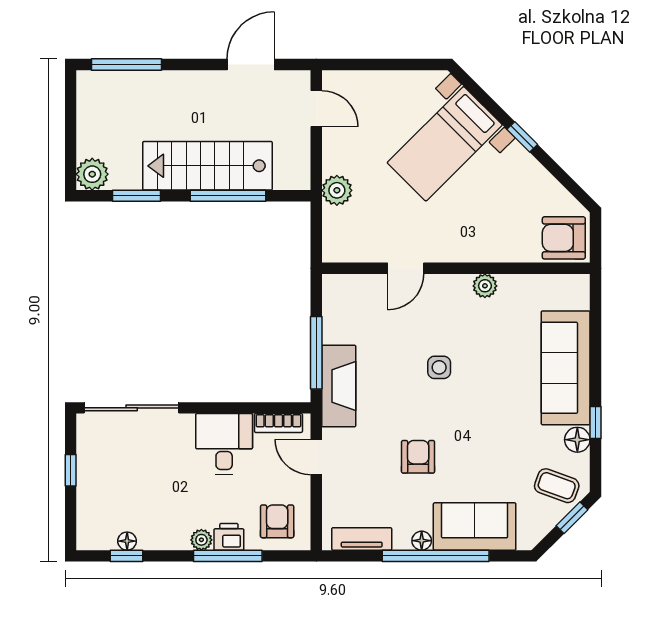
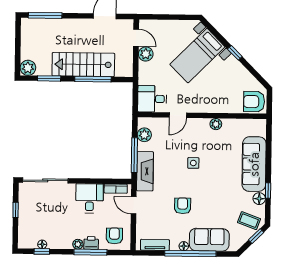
plant: (337, 190) -> (146, 54), moved
desk: (352, 235) -> (152, 99), added
plant: (336, 310) -> (144, 135), added

